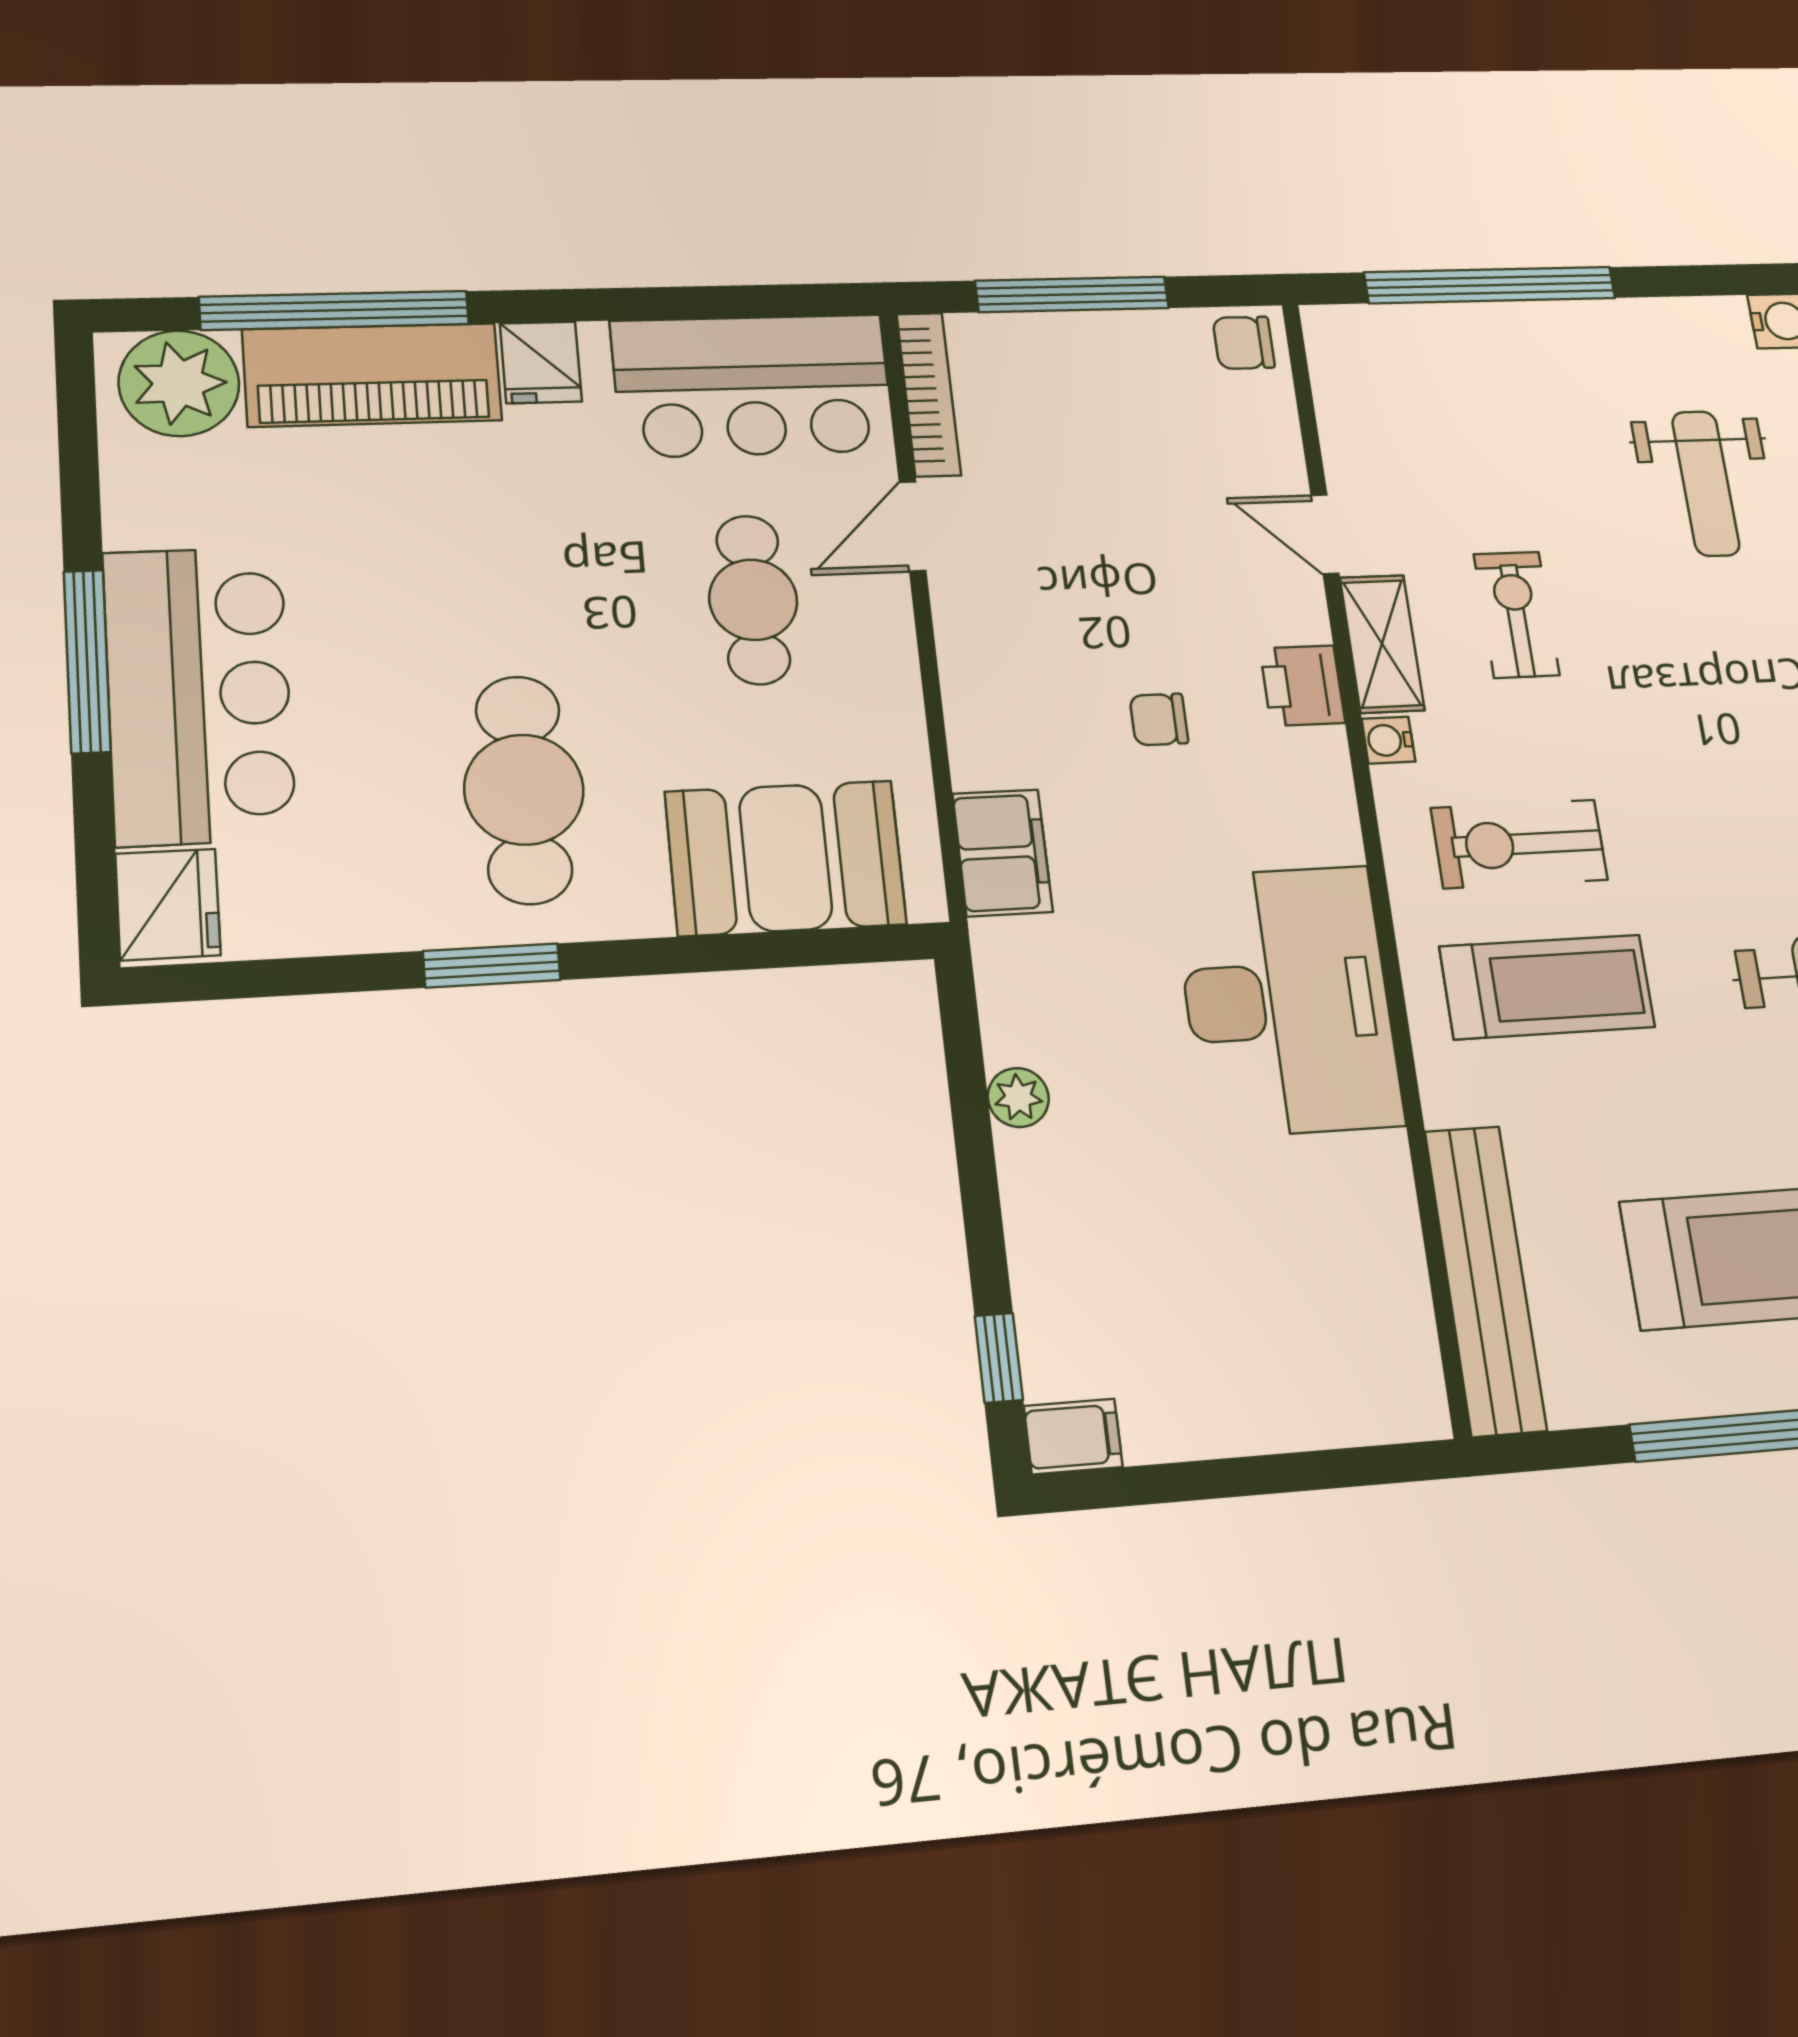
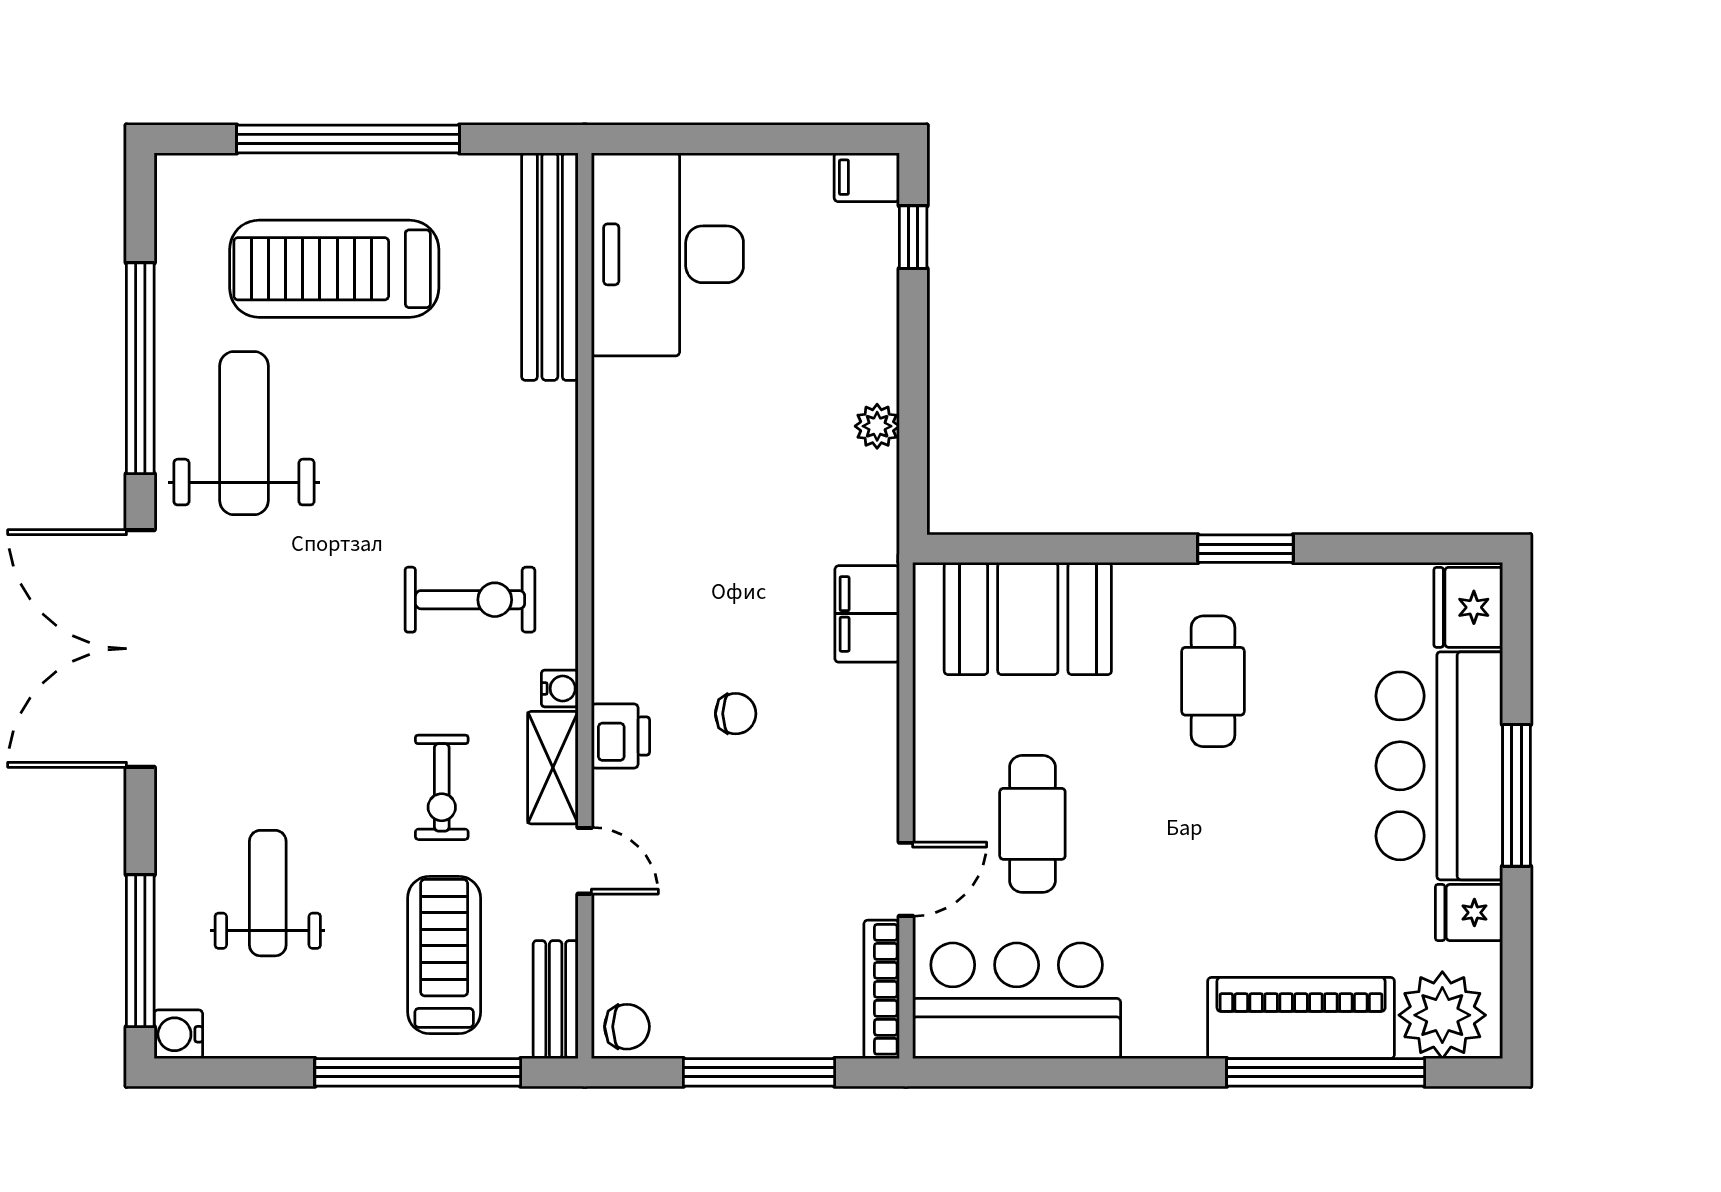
fridge: (541, 362) -> (1469, 913), moved, turned -90
bench: (1336, 372) -> (556, 1000), added
cafe table: (524, 790) -> (1213, 681), width x0.73, depth x0.74
treadmill: (1547, 987) -> (444, 955), moved, turned 90
desk: (1287, 1001) -> (667, 254), moved

